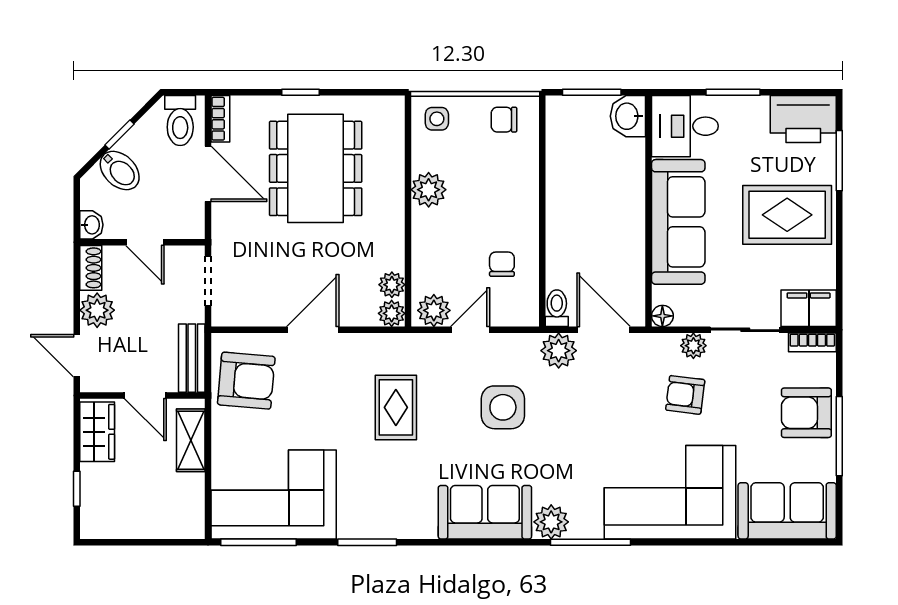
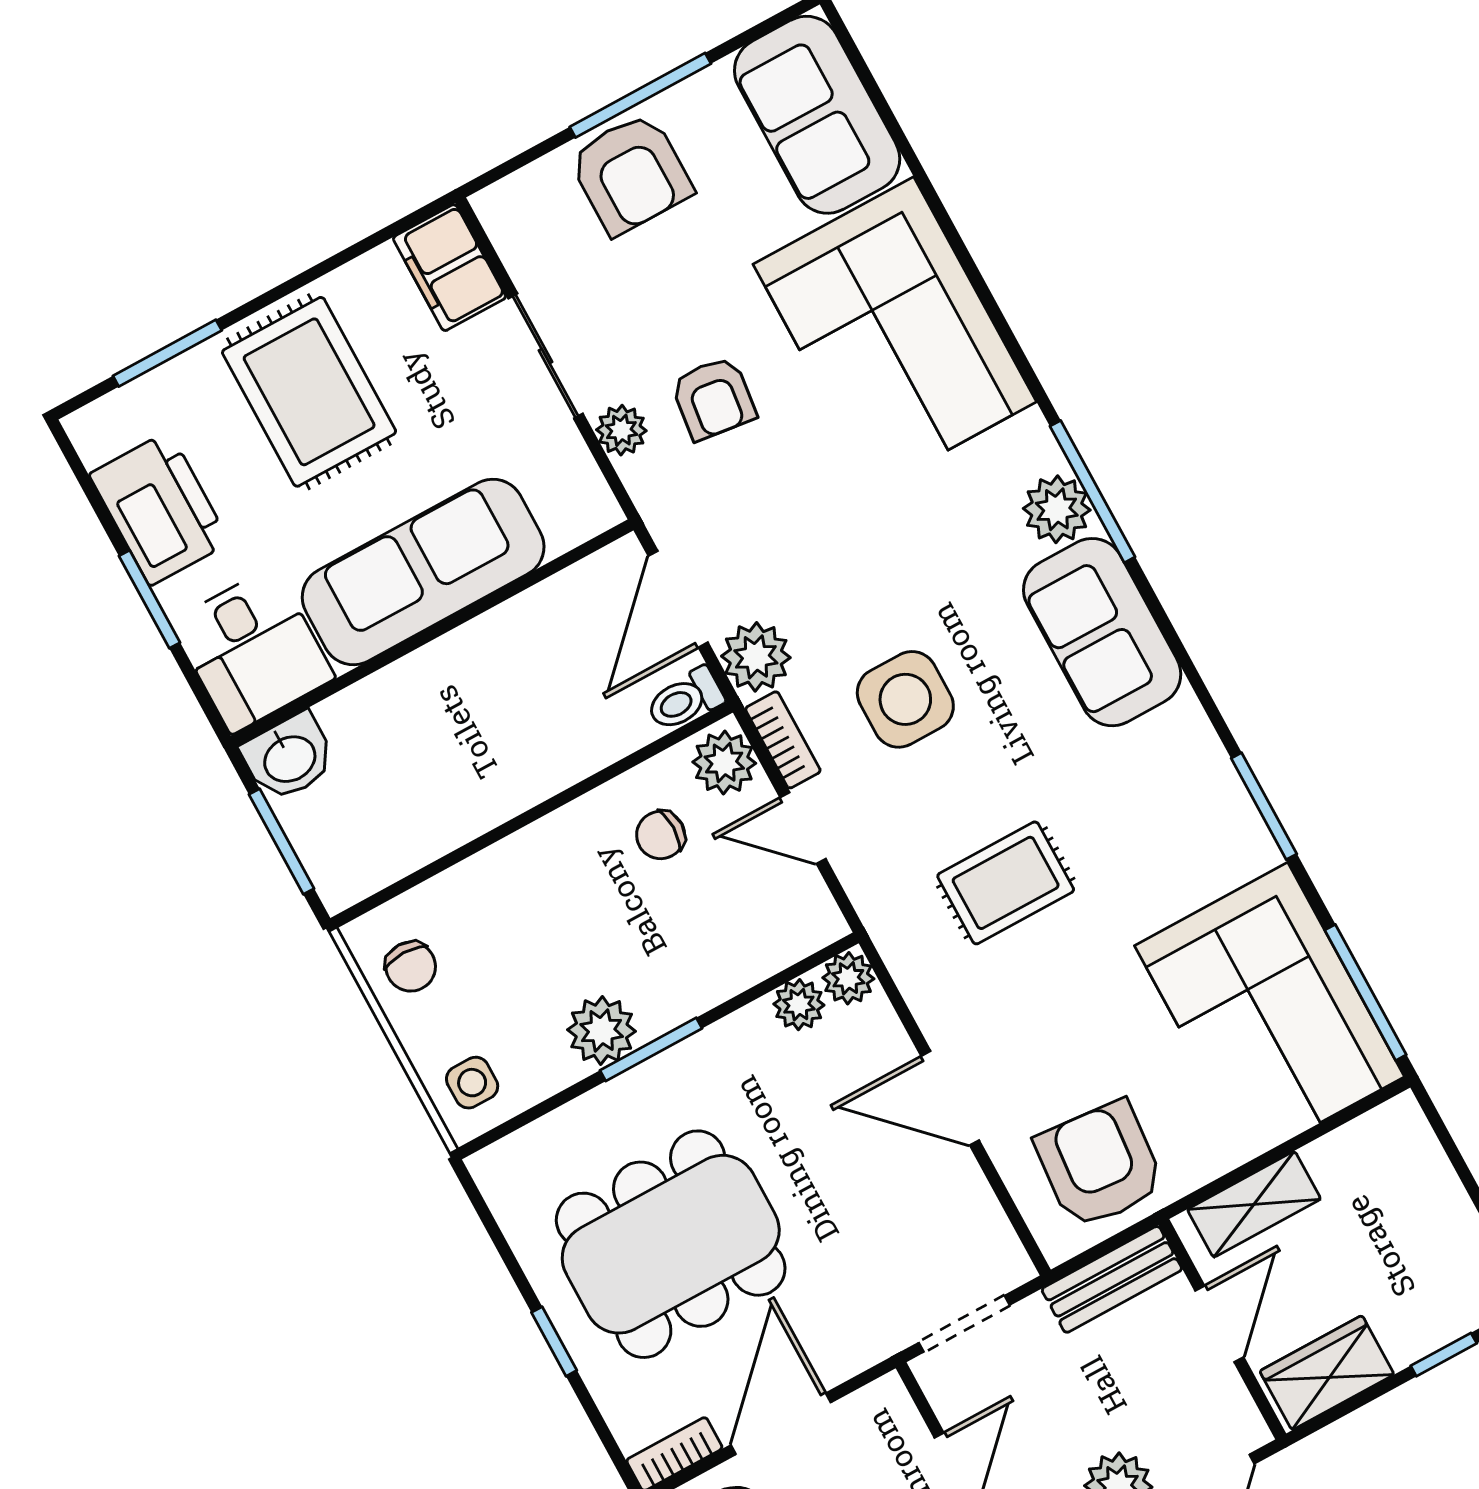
printer: (803, 119) -> (159, 508), moved
window: (408, 207) -> (651, 1049), added
plant: (434, 310) -> (724, 763), moved
floor lamp: (662, 316) -> (599, 511), removed
bookcase: (812, 342) -> (783, 740), moved
window: (591, 542) -> (1092, 492), moved

